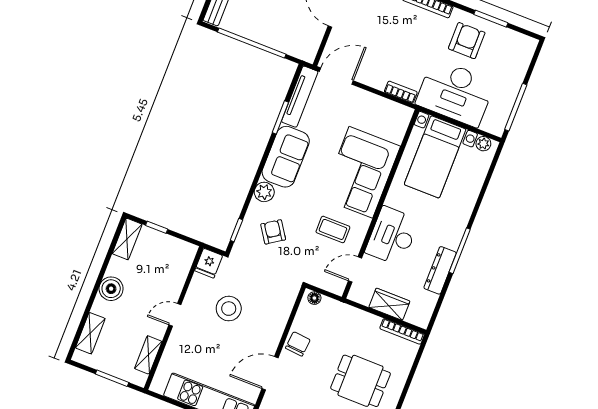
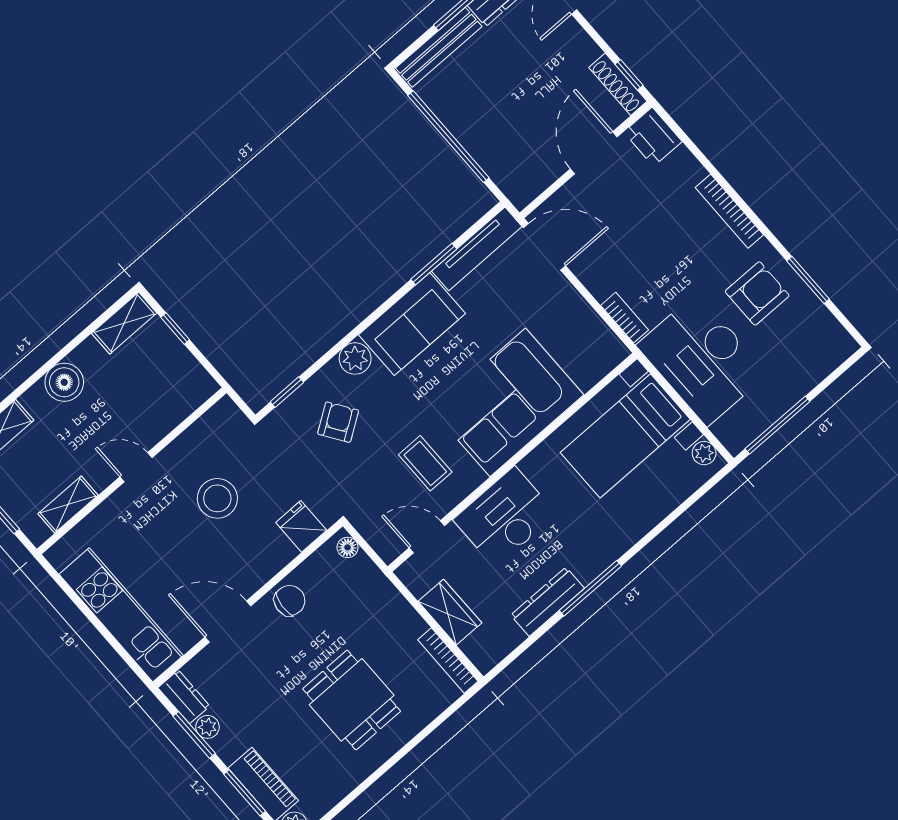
fridge: (209, 263) -> (301, 526), moved, turned 90

